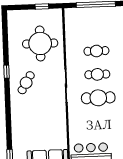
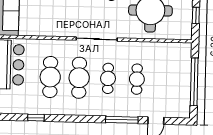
cafe table: (99, 121) -> (50, 77), added

